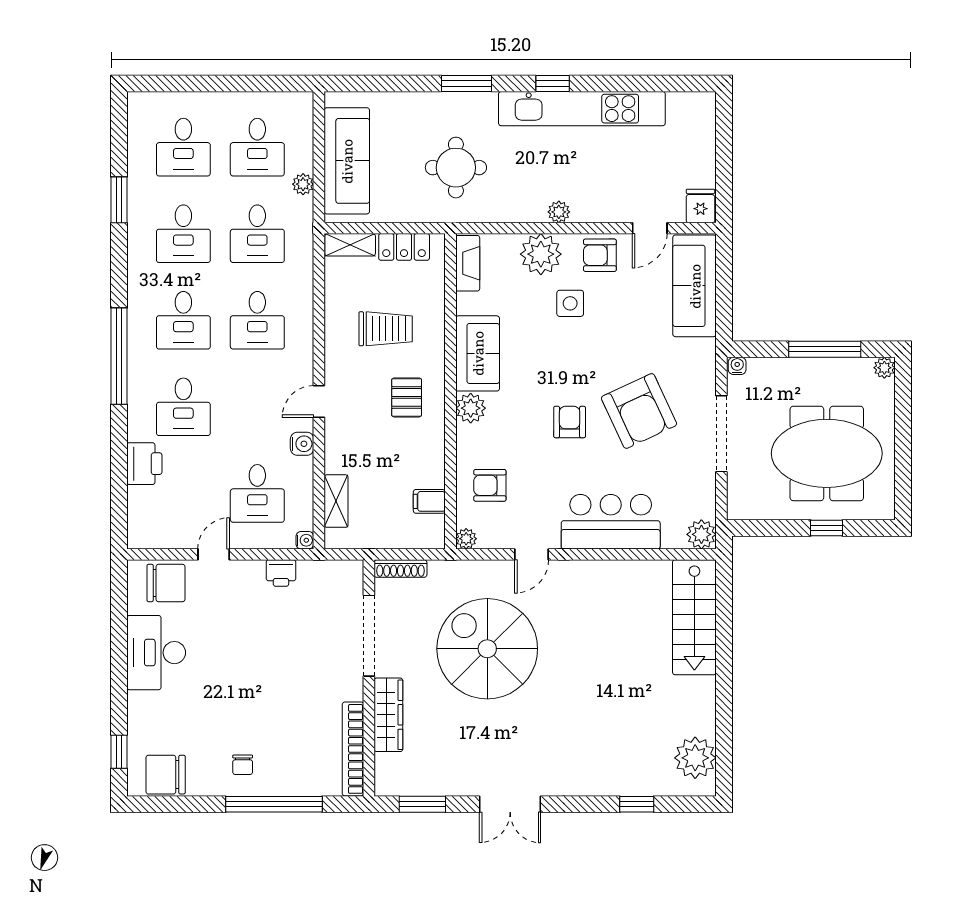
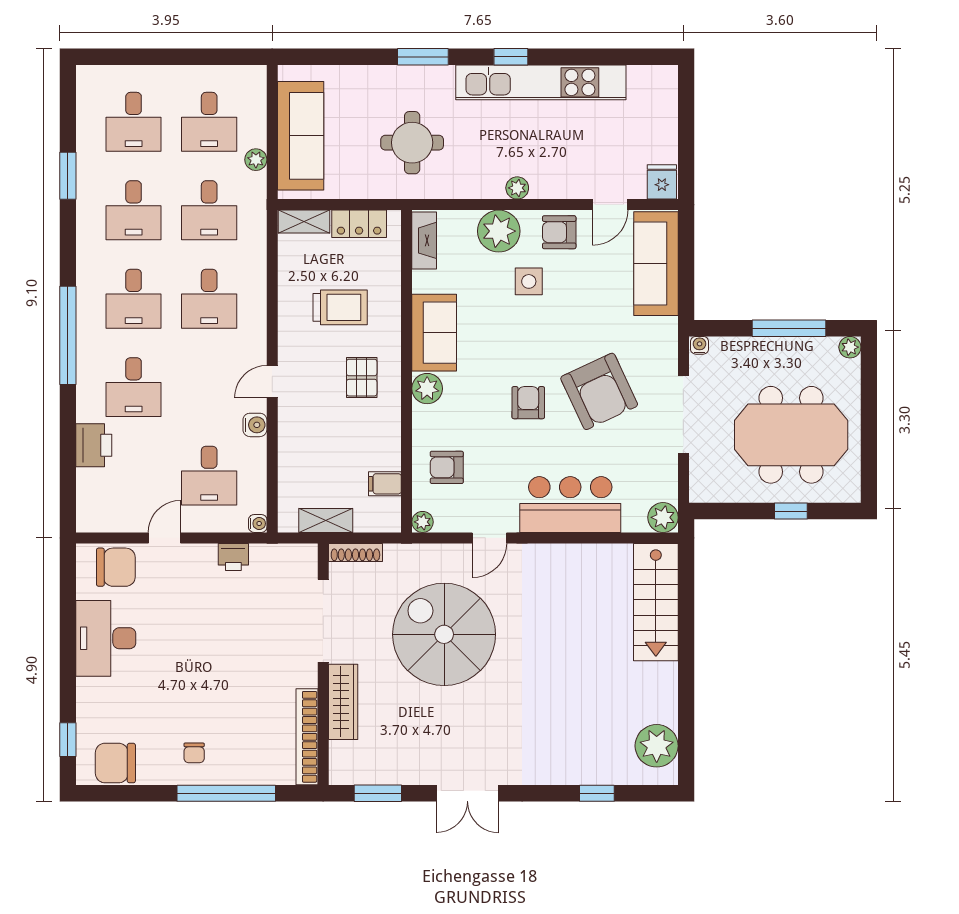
shelving: (336, 501) -> (326, 520), moved, turned 90

